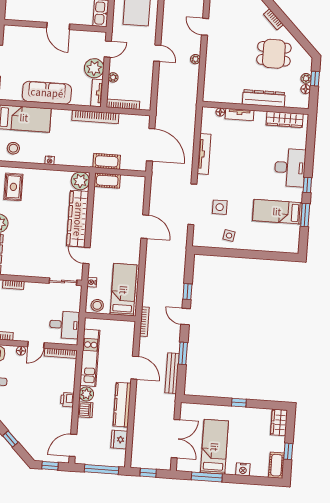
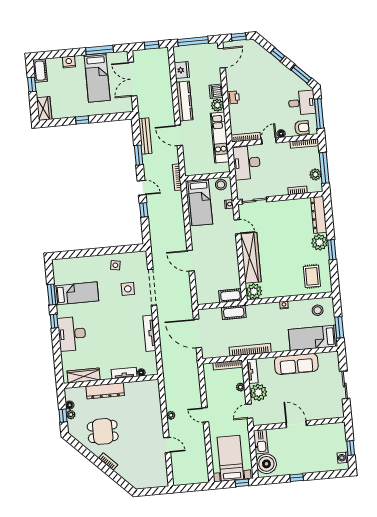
desk: (65, 325) -> (247, 163), width x1.37

